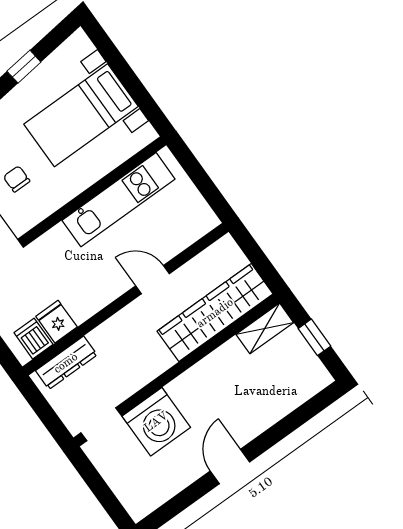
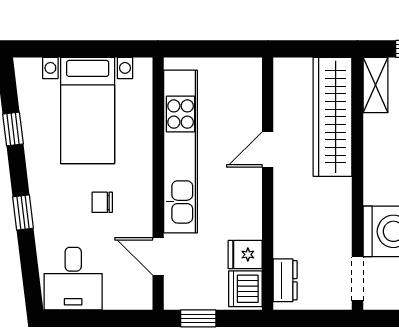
kitchen unit: (118, 200) -> (181, 151), width x1.36
dishwasher: (33, 339) -> (245, 289), width x1.38
dresser: (66, 363) -> (285, 280), width x0.70

